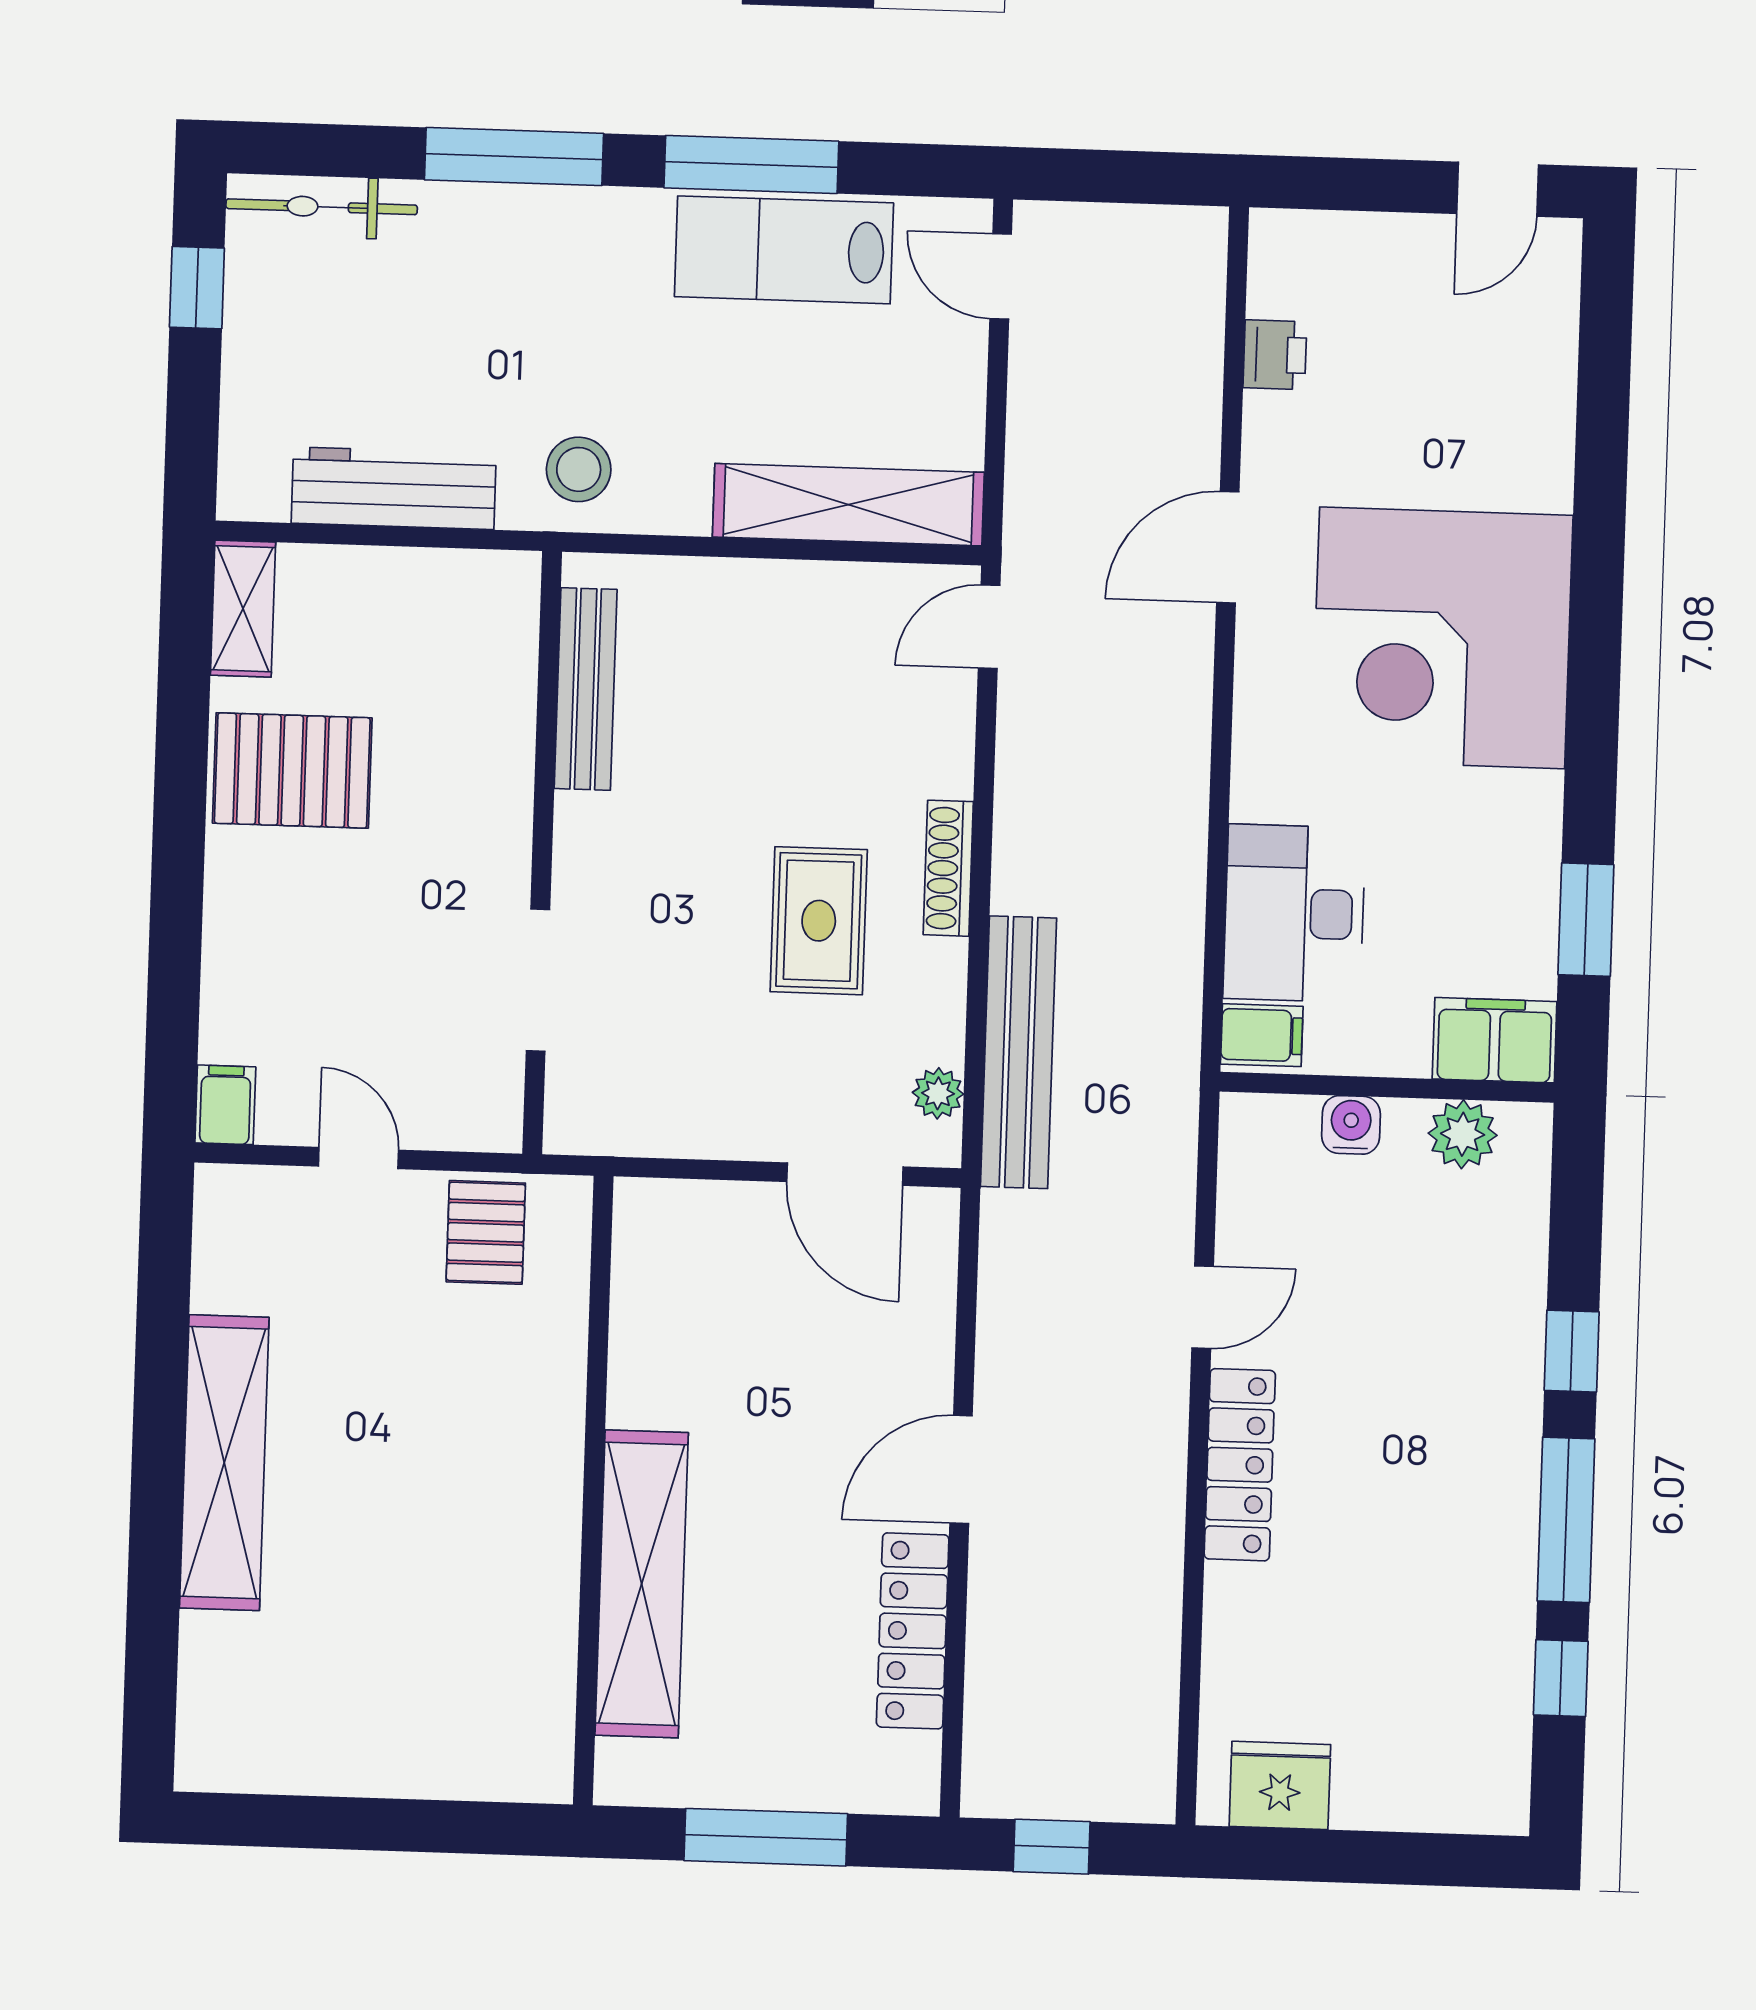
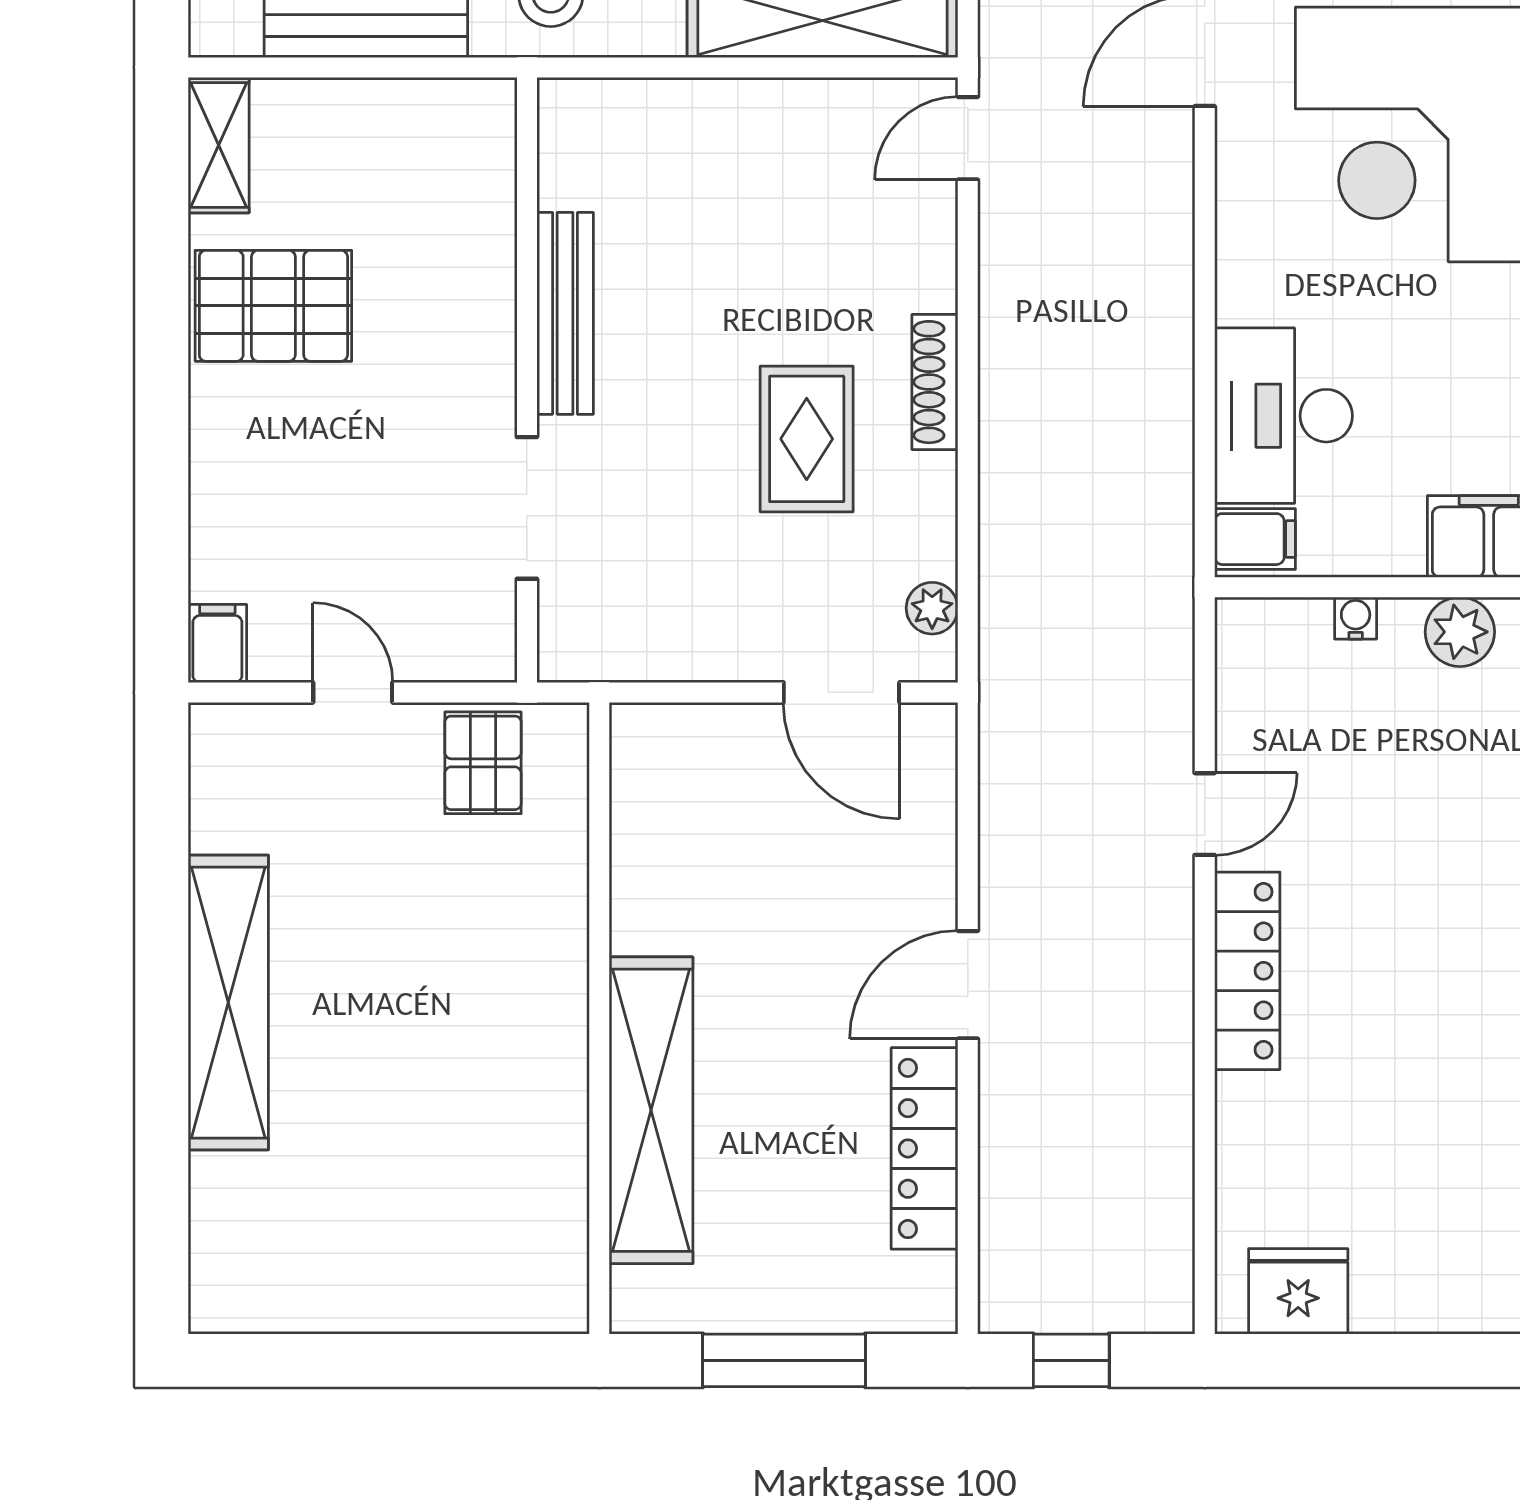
bench: (586, 689) -> (565, 313), moved
bench: (1018, 1052) -> (1011, 564), removed
water cooler: (1351, 1125) -> (1356, 618), width x0.72, depth x0.72

